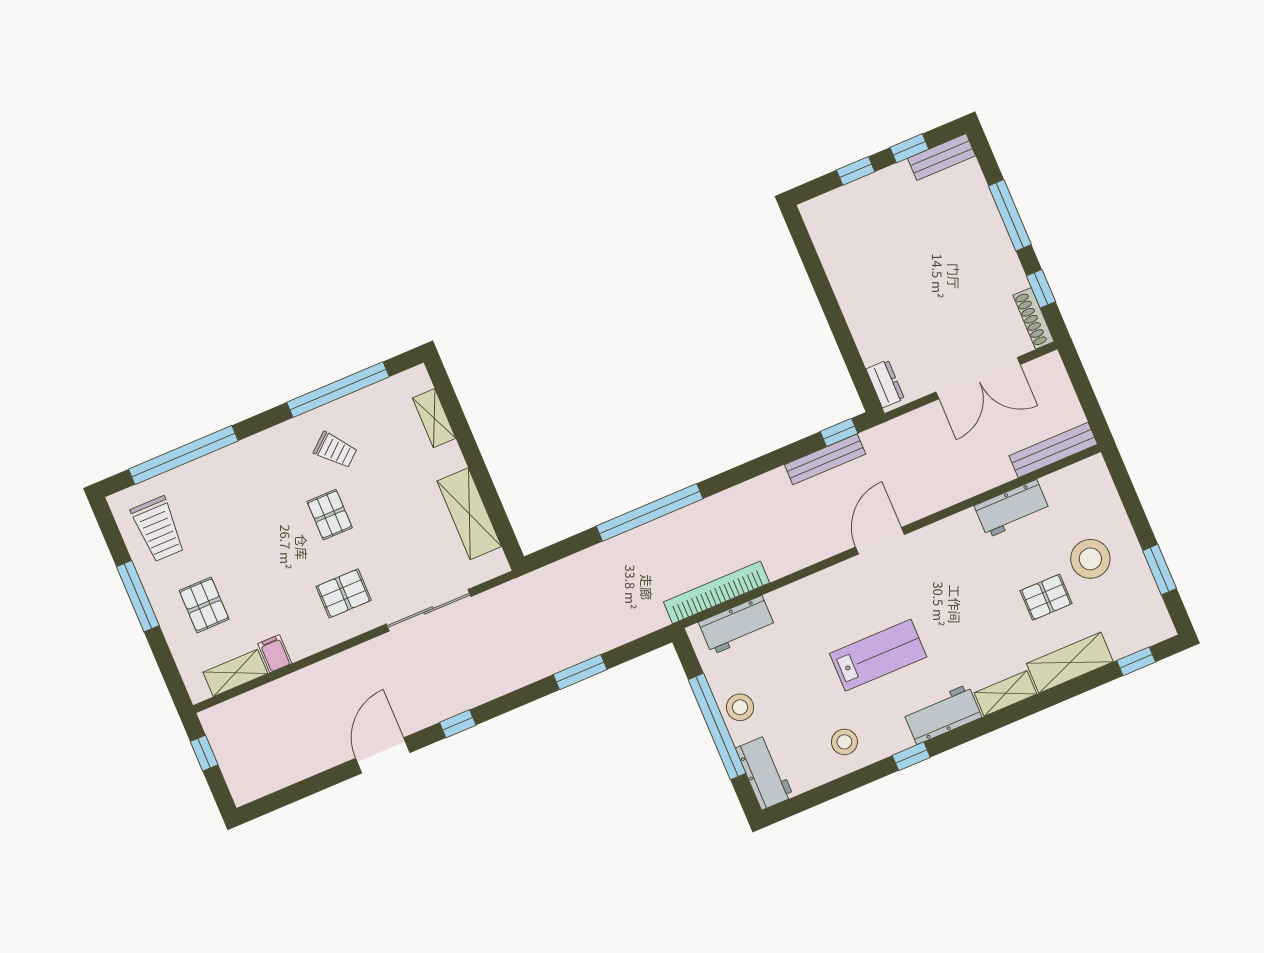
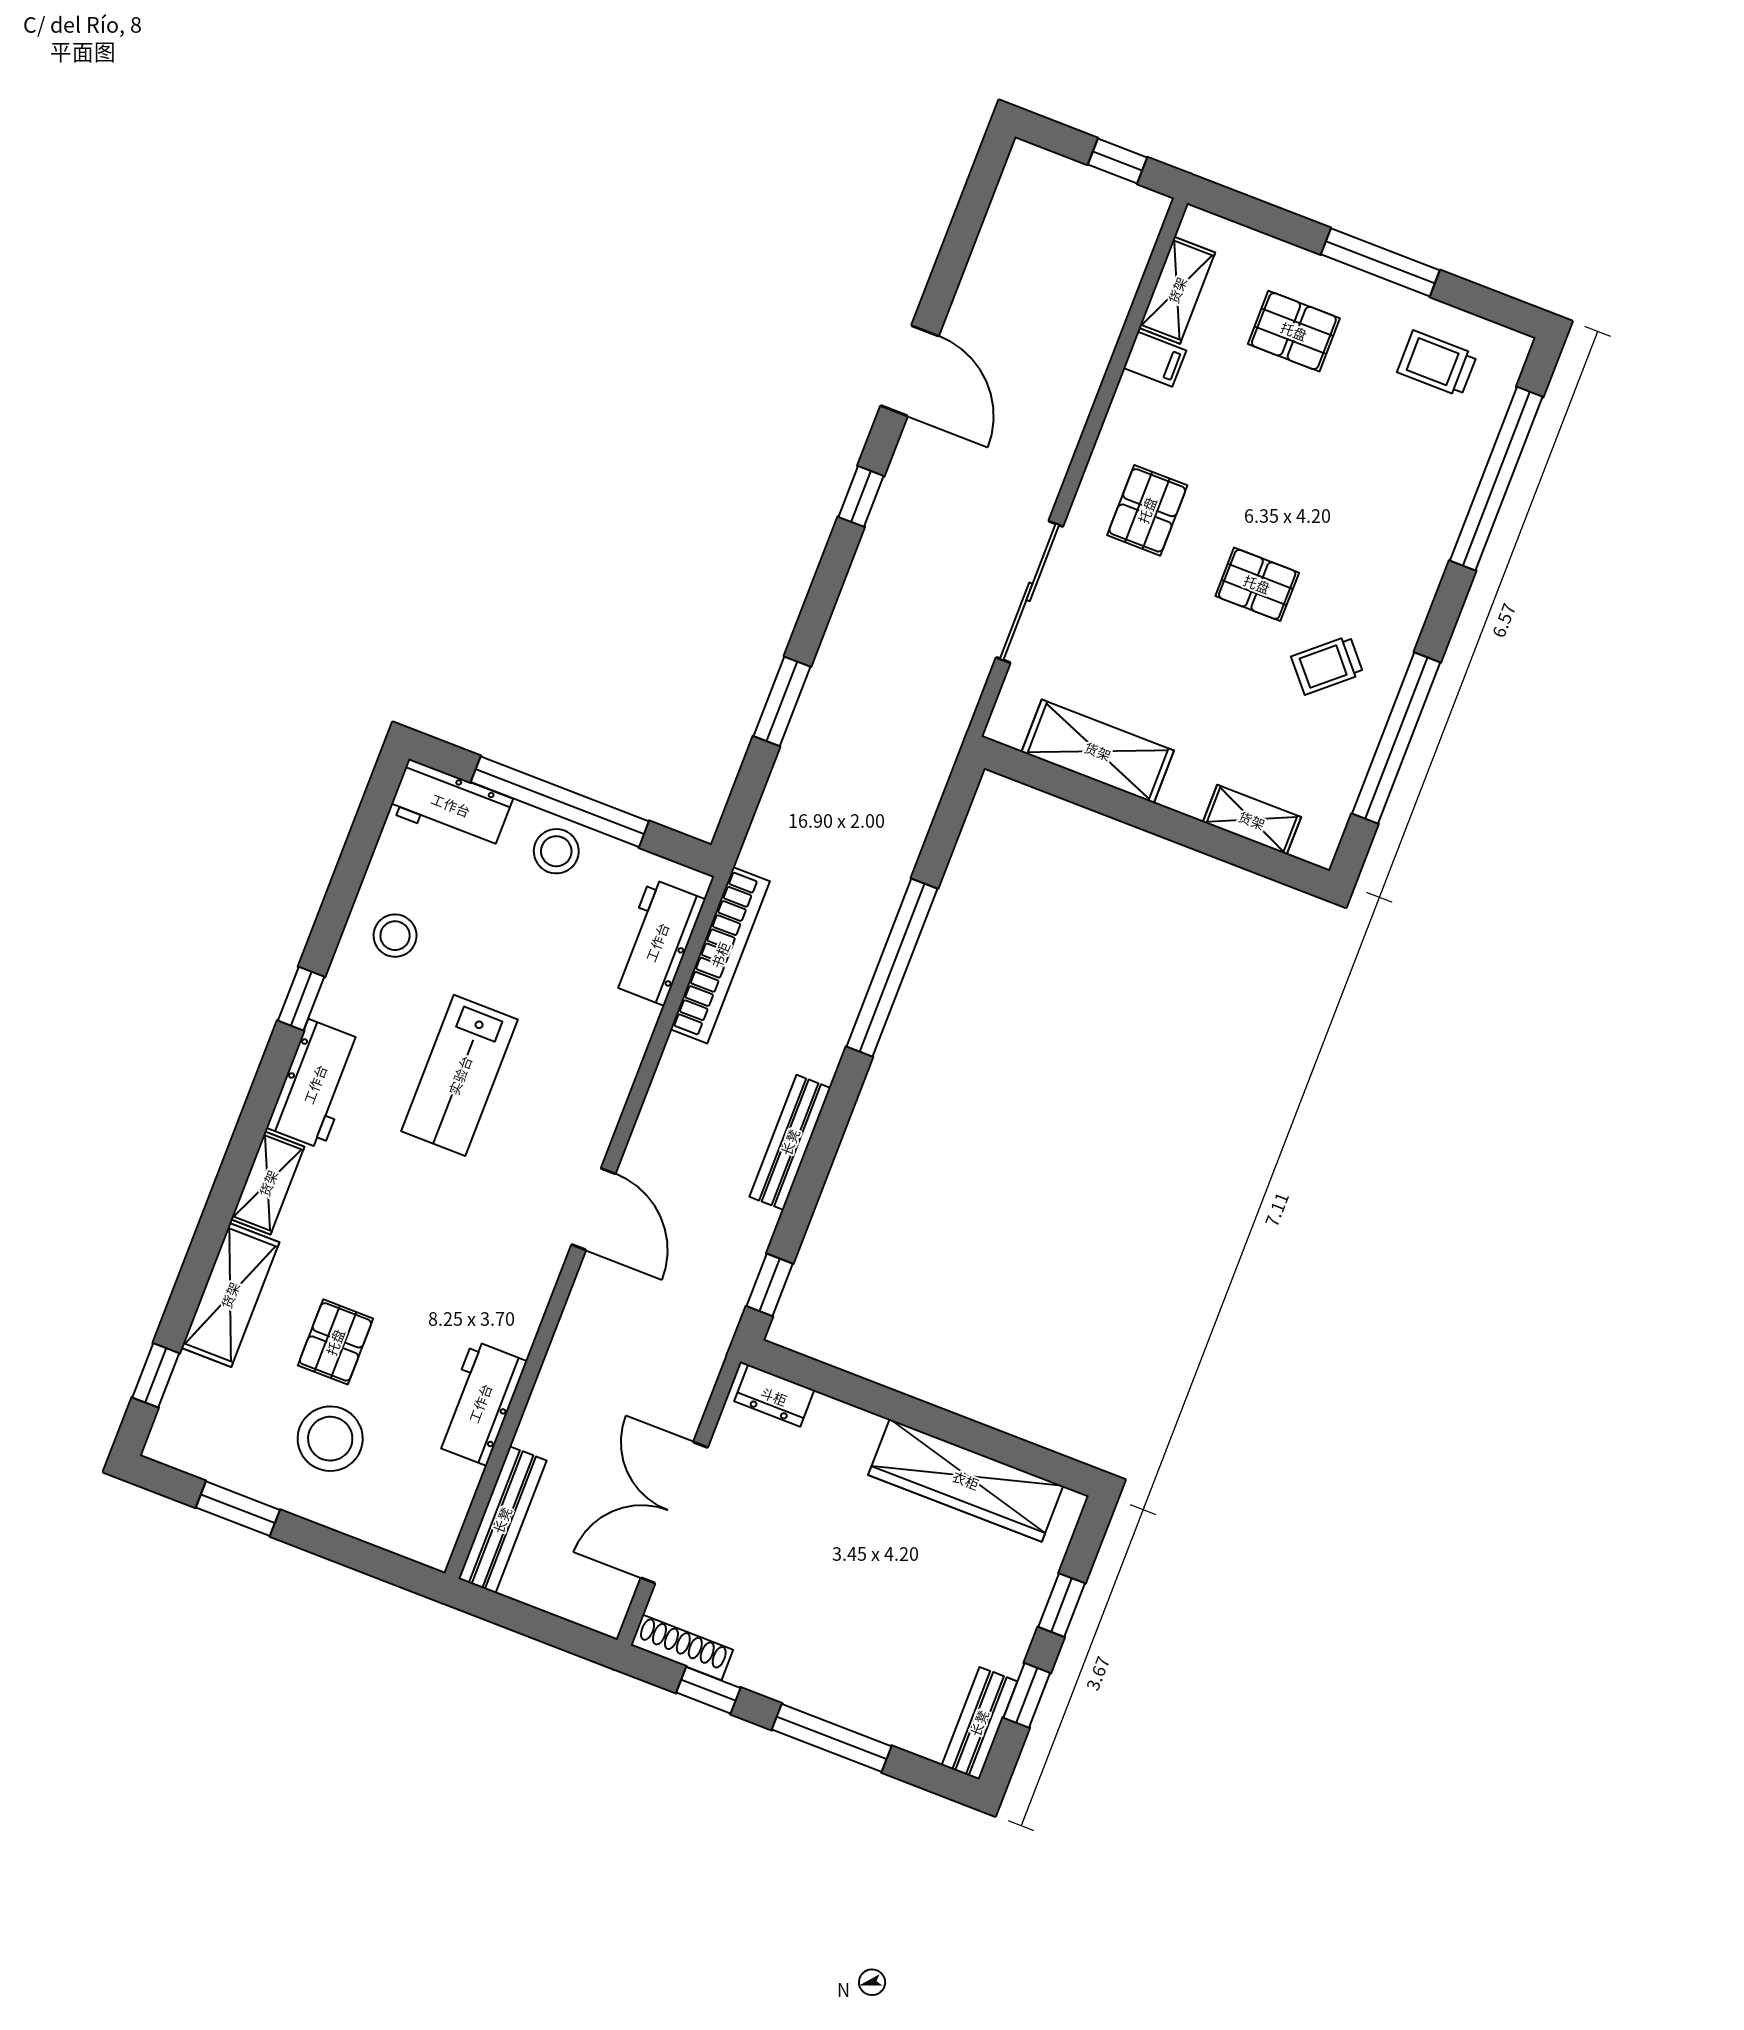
wardrobe: (842, 265) -> (966, 1480), added
bench: (825, 459) -> (790, 1142), moved
trolley: (158, 529) -> (1437, 363), width x0.73, depth x0.72

